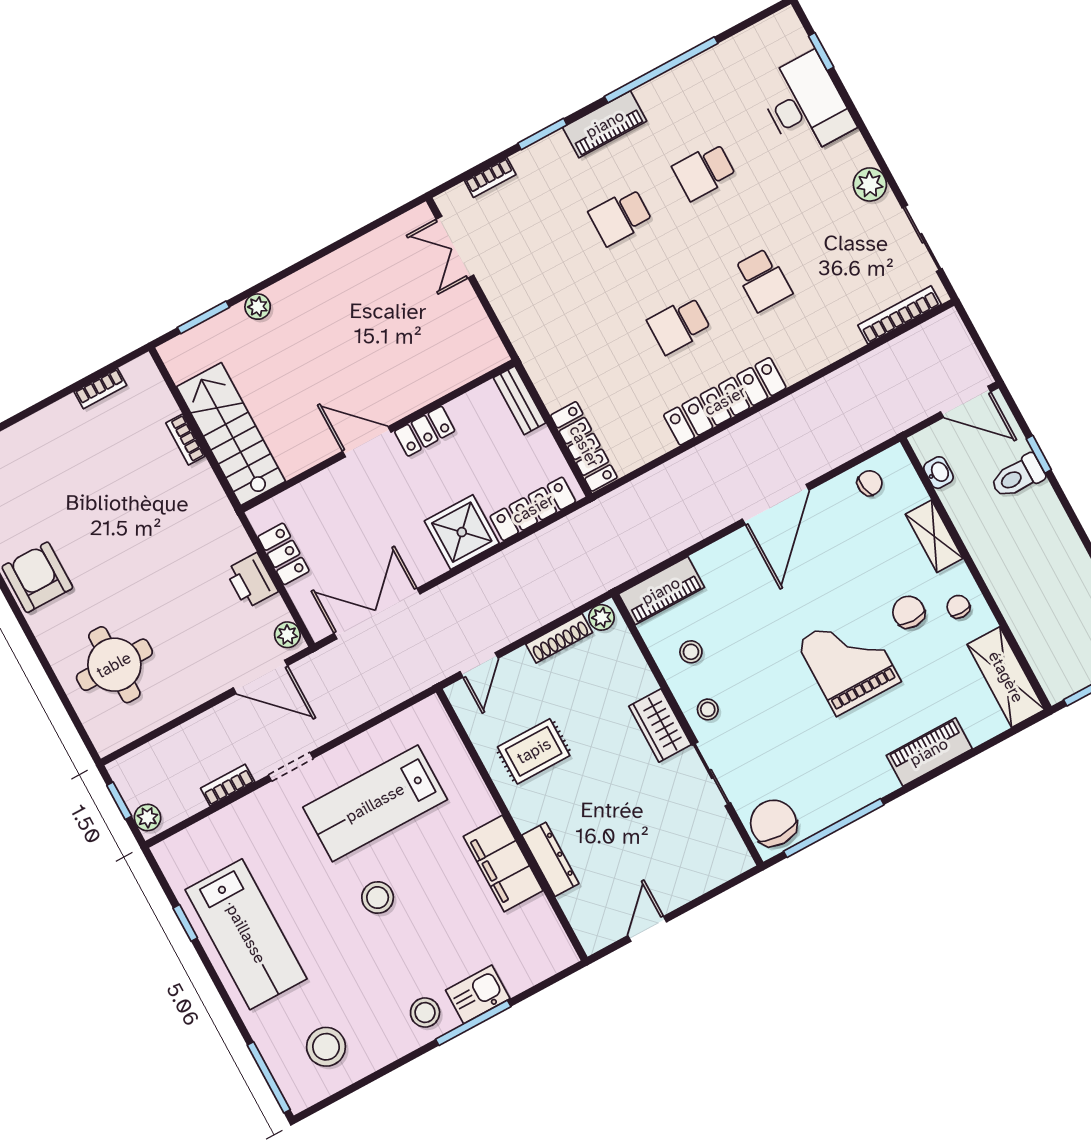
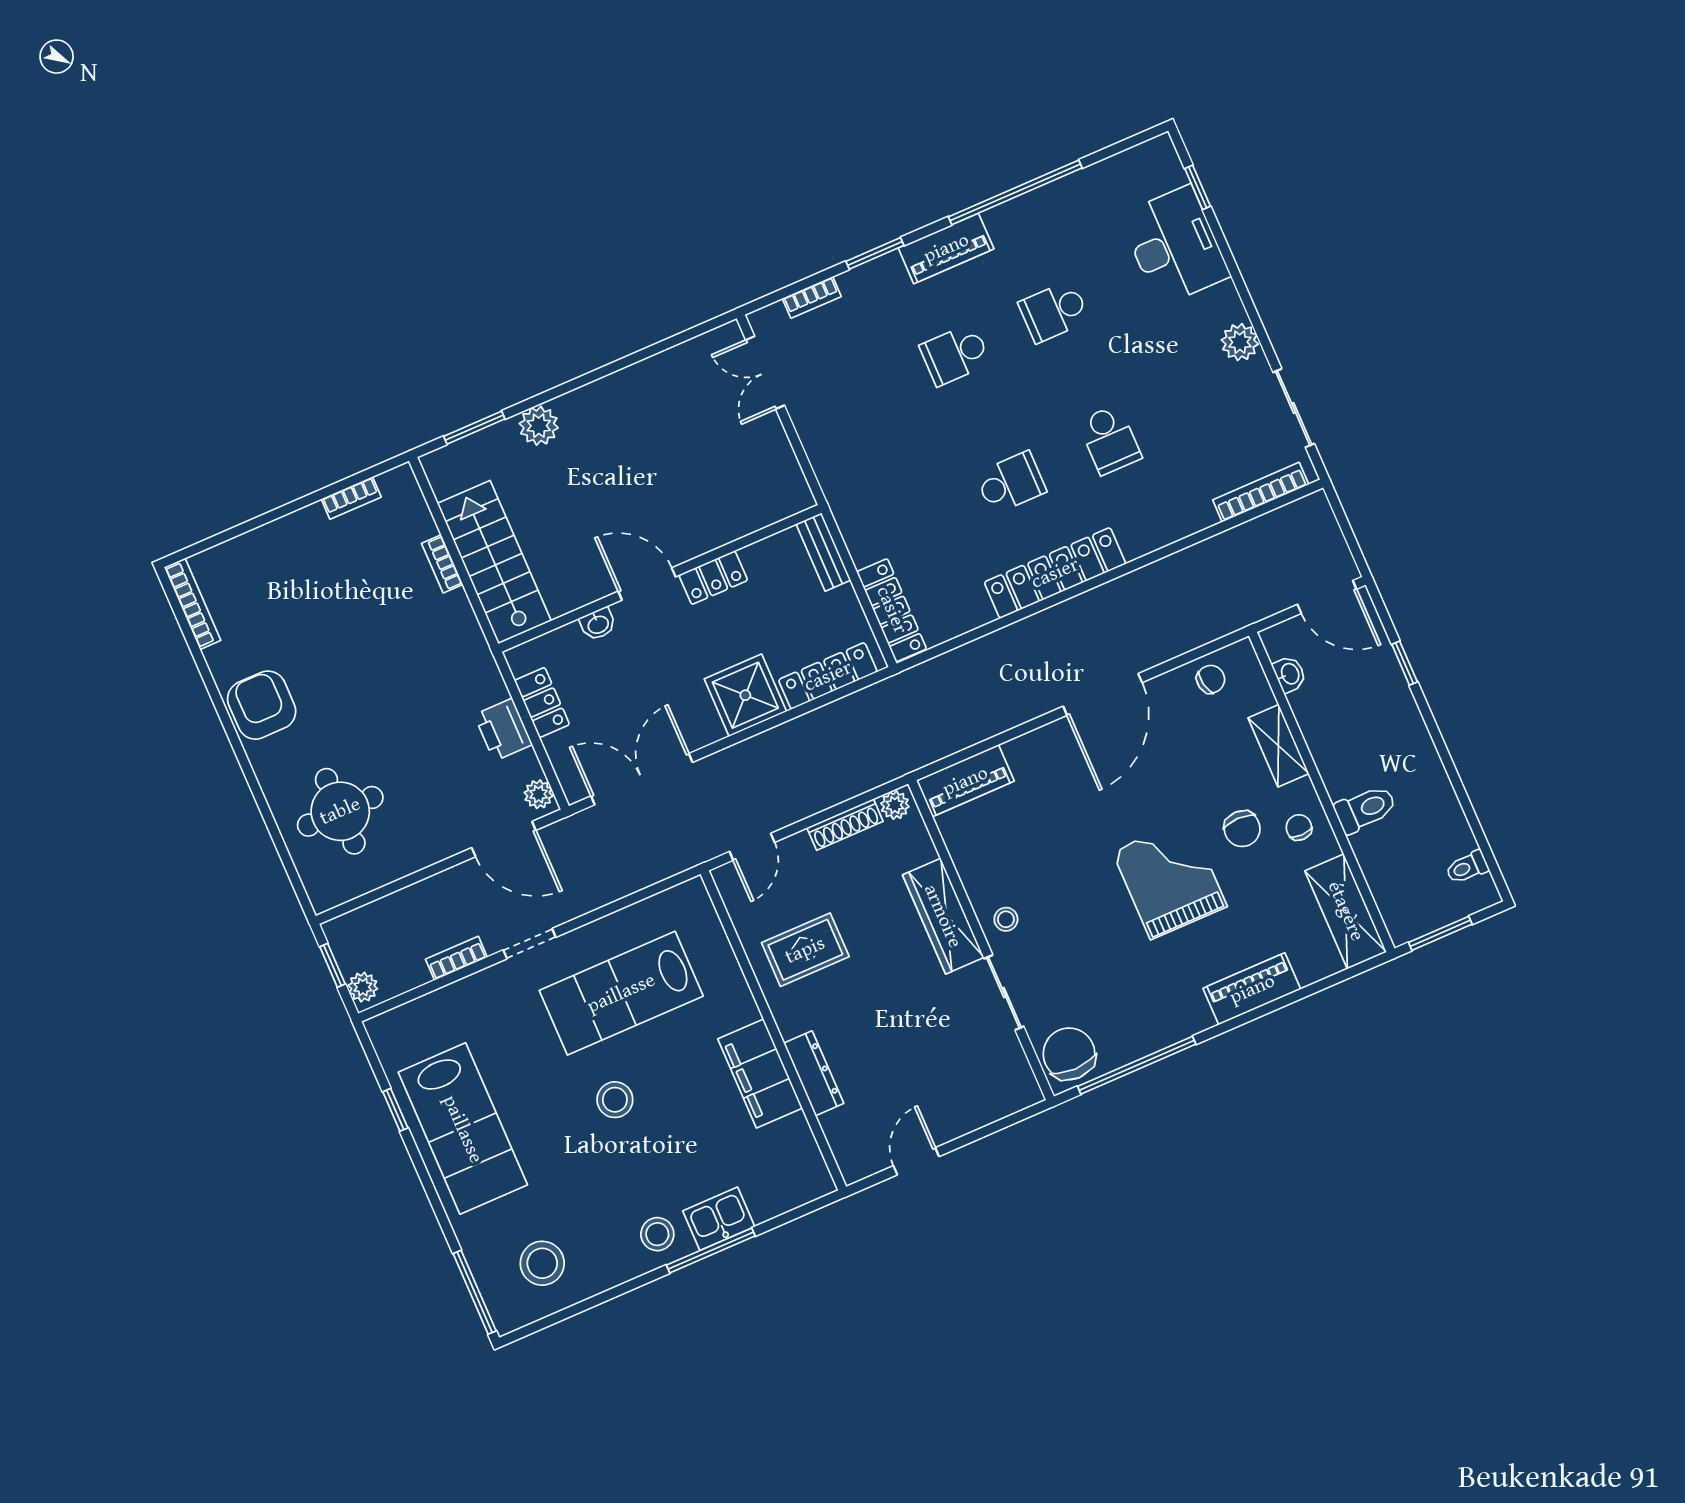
plant: (258, 307) -> (539, 426), width x1.38, depth x1.38
school desk: (679, 325) -> (1011, 483), turned 180
toilet: (1018, 477) -> (1365, 809), moved, turned 180
washbasin: (327, 481) -> (598, 624), added
chair: (909, 612) -> (1242, 829), turned 180
stool: (691, 652) -> (993, 853), removed
wardrobe: (660, 725) -> (943, 916), width x1.50

